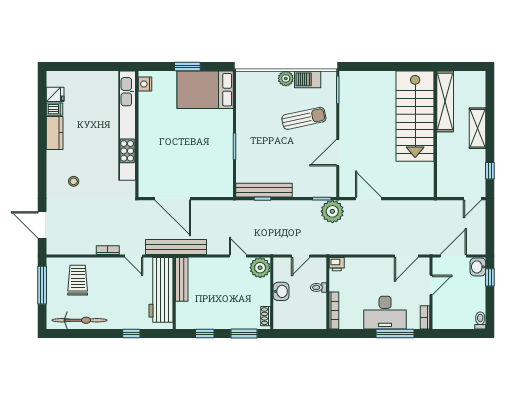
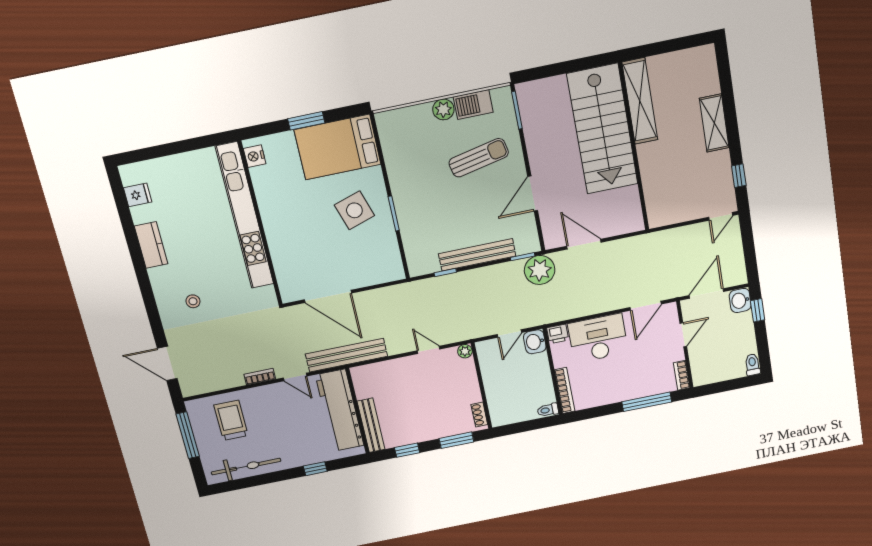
shelving: (445, 101) -> (640, 101), moved
dishwasher: (54, 109) -> (142, 214), removed
stairs: (415, 116) -> (603, 129), moved
wall: (435, 134) -> (634, 147), moved
side table: (207, 138) -> (354, 210), added
bench: (264, 190) -> (477, 255), moved
plant: (260, 268) -> (465, 351), width x0.53, depth x0.53
bench: (182, 279) -> (371, 425), moved
toilet: (318, 287) -> (548, 410), moved
washbasin: (281, 291) -> (535, 342), moved, turned 180
desk: (385, 313) -> (598, 338), moved, turned 180

